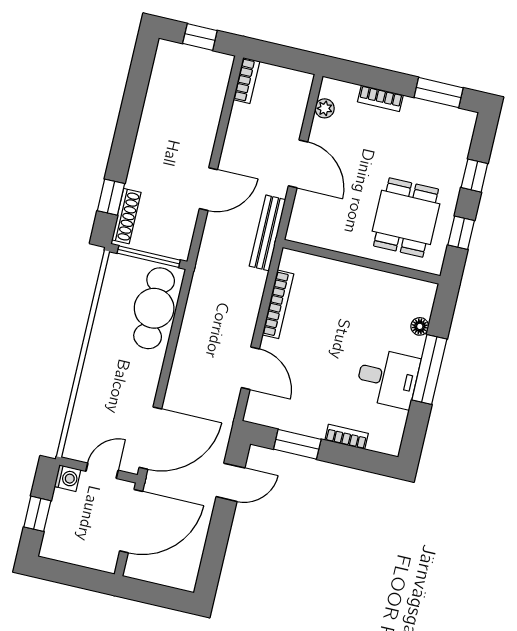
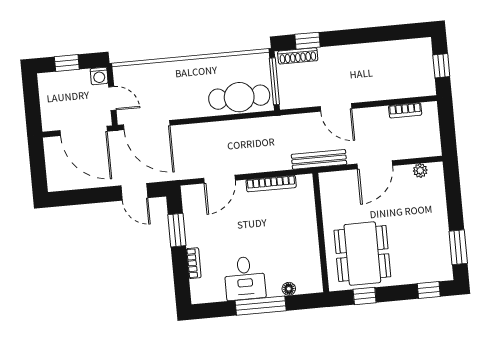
bookcase: (246, 81) -> (405, 110), moved
bookcase: (380, 98) -> (440, 208), removed
window: (474, 176) -> (429, 290), moved
dining table: (406, 217) -> (362, 254), width x1.38

